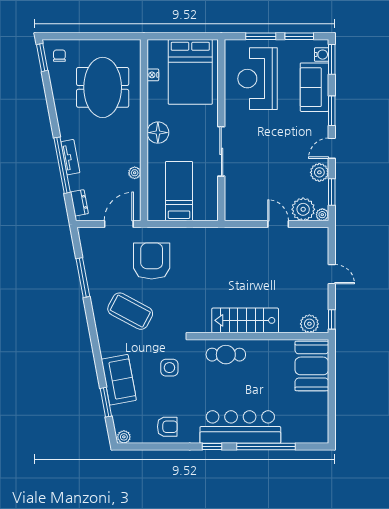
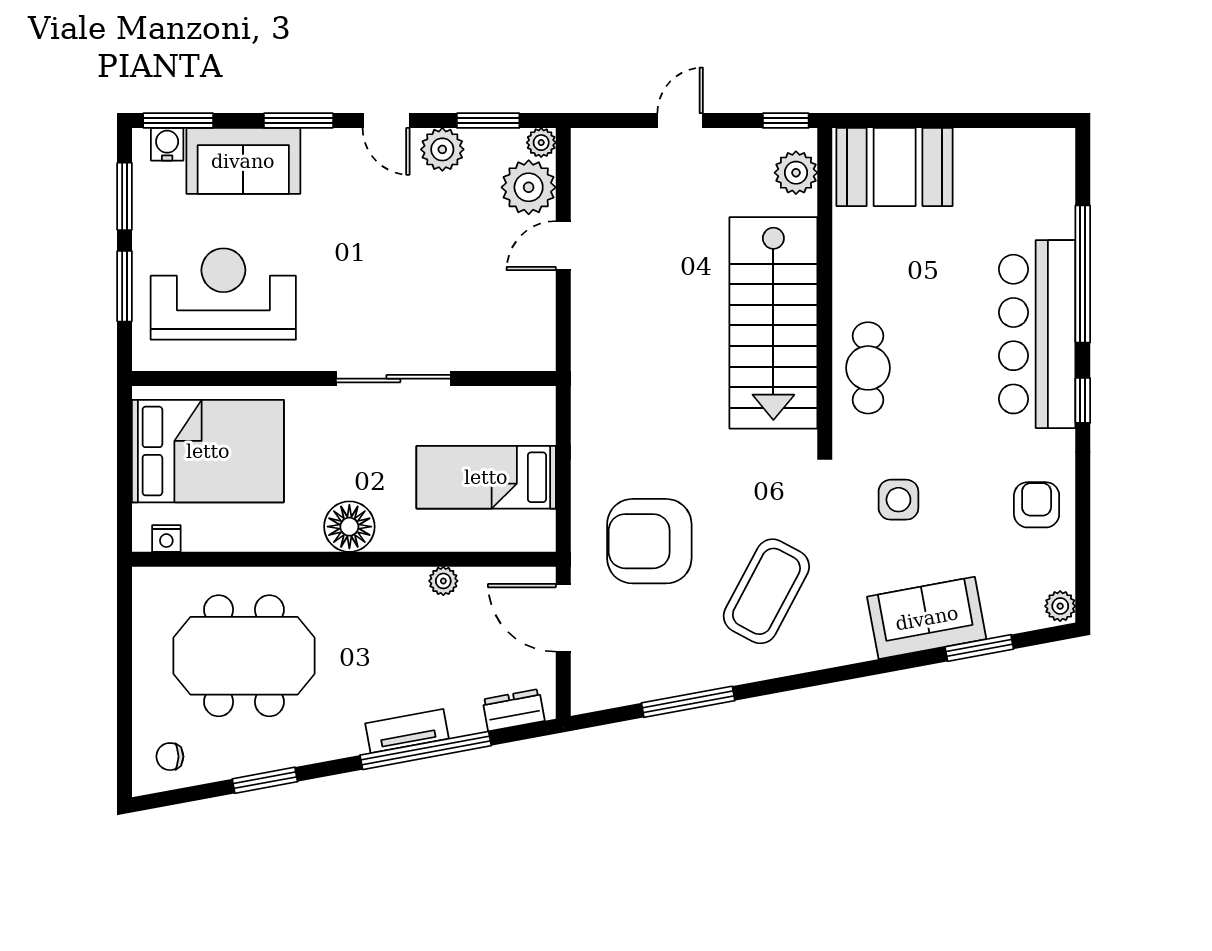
window: (42, 58) -> (265, 780), moved
nightstand: (153, 75) -> (166, 538), moved
reception desk: (257, 79) -> (223, 294), turned 180
stairs: (245, 320) -> (773, 323), width x1.36, depth x1.51

